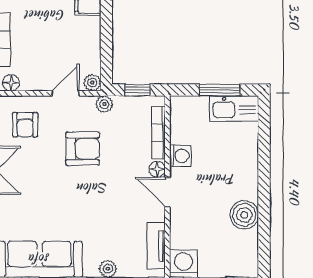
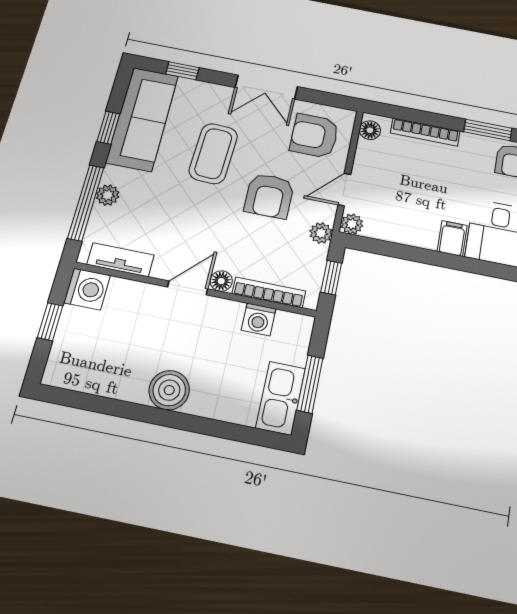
door: (65, 93) -> (344, 190), swing flipped
armchair: (25, 125) -> (314, 136), width x1.38, depth x1.38
washing machine: (180, 156) -> (258, 319), moved
coffee table: (57, 198) -> (213, 154), added
boiler: (244, 215) -> (169, 390), moved

